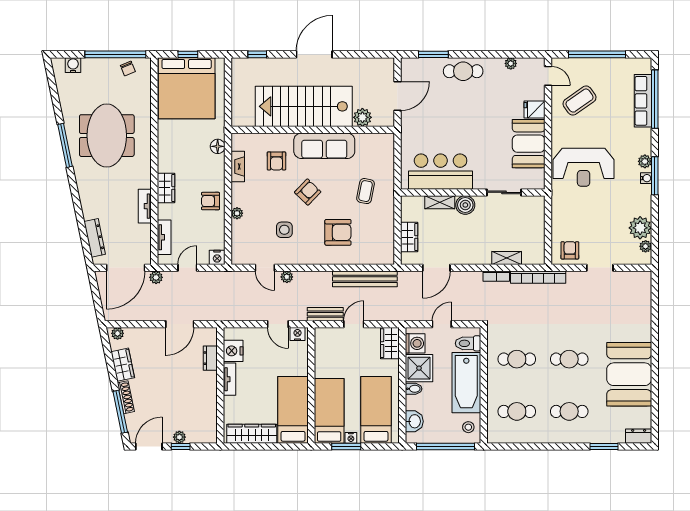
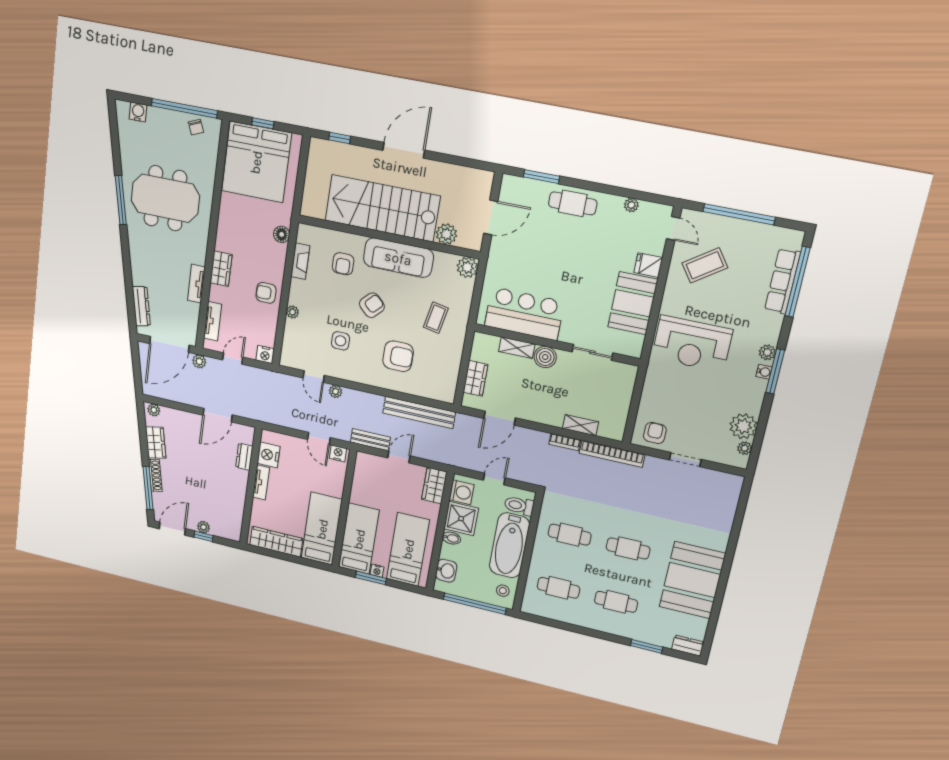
meeting table: (107, 136) -> (165, 198), turned 90
plant: (385, 142) -> (467, 267), added

